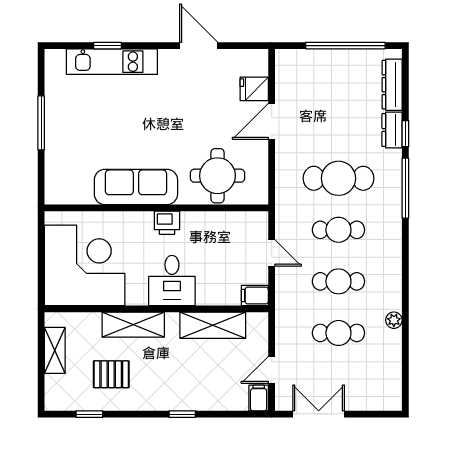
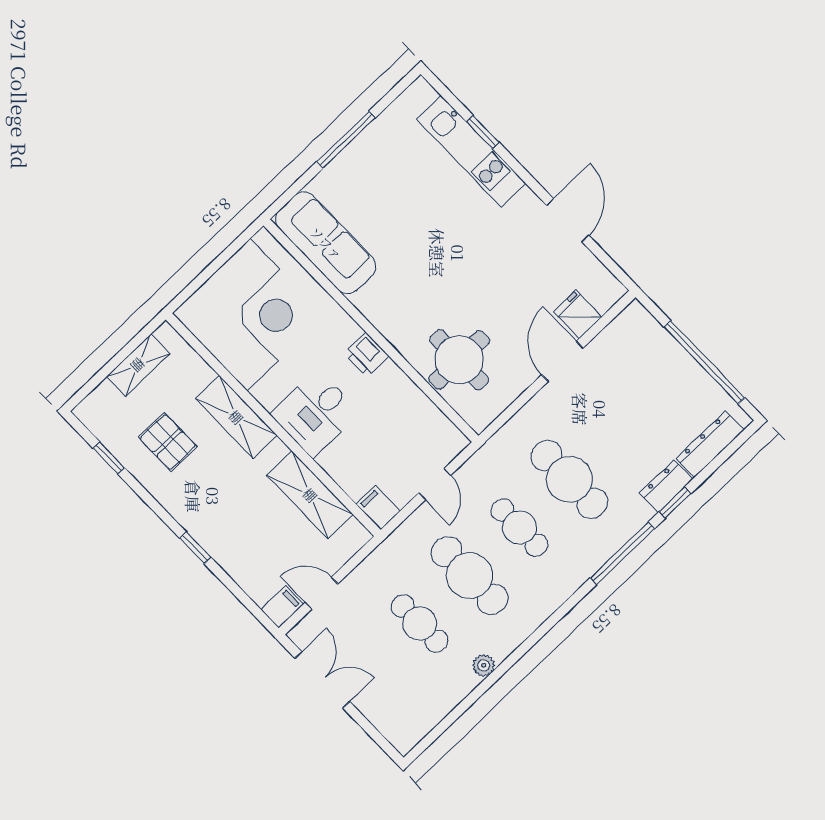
door: (272, 121) -> (562, 361), hinge flipped
sofa: (136, 187) -> (326, 243), moved
cafe table: (338, 281) -> (470, 575), width x1.37, depth x1.35

